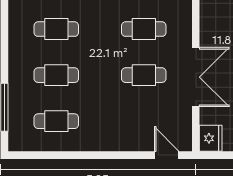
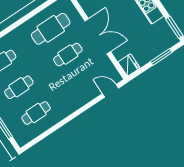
cafe table: (144, 29) -> (51, 29), width x1.37, depth x1.35

